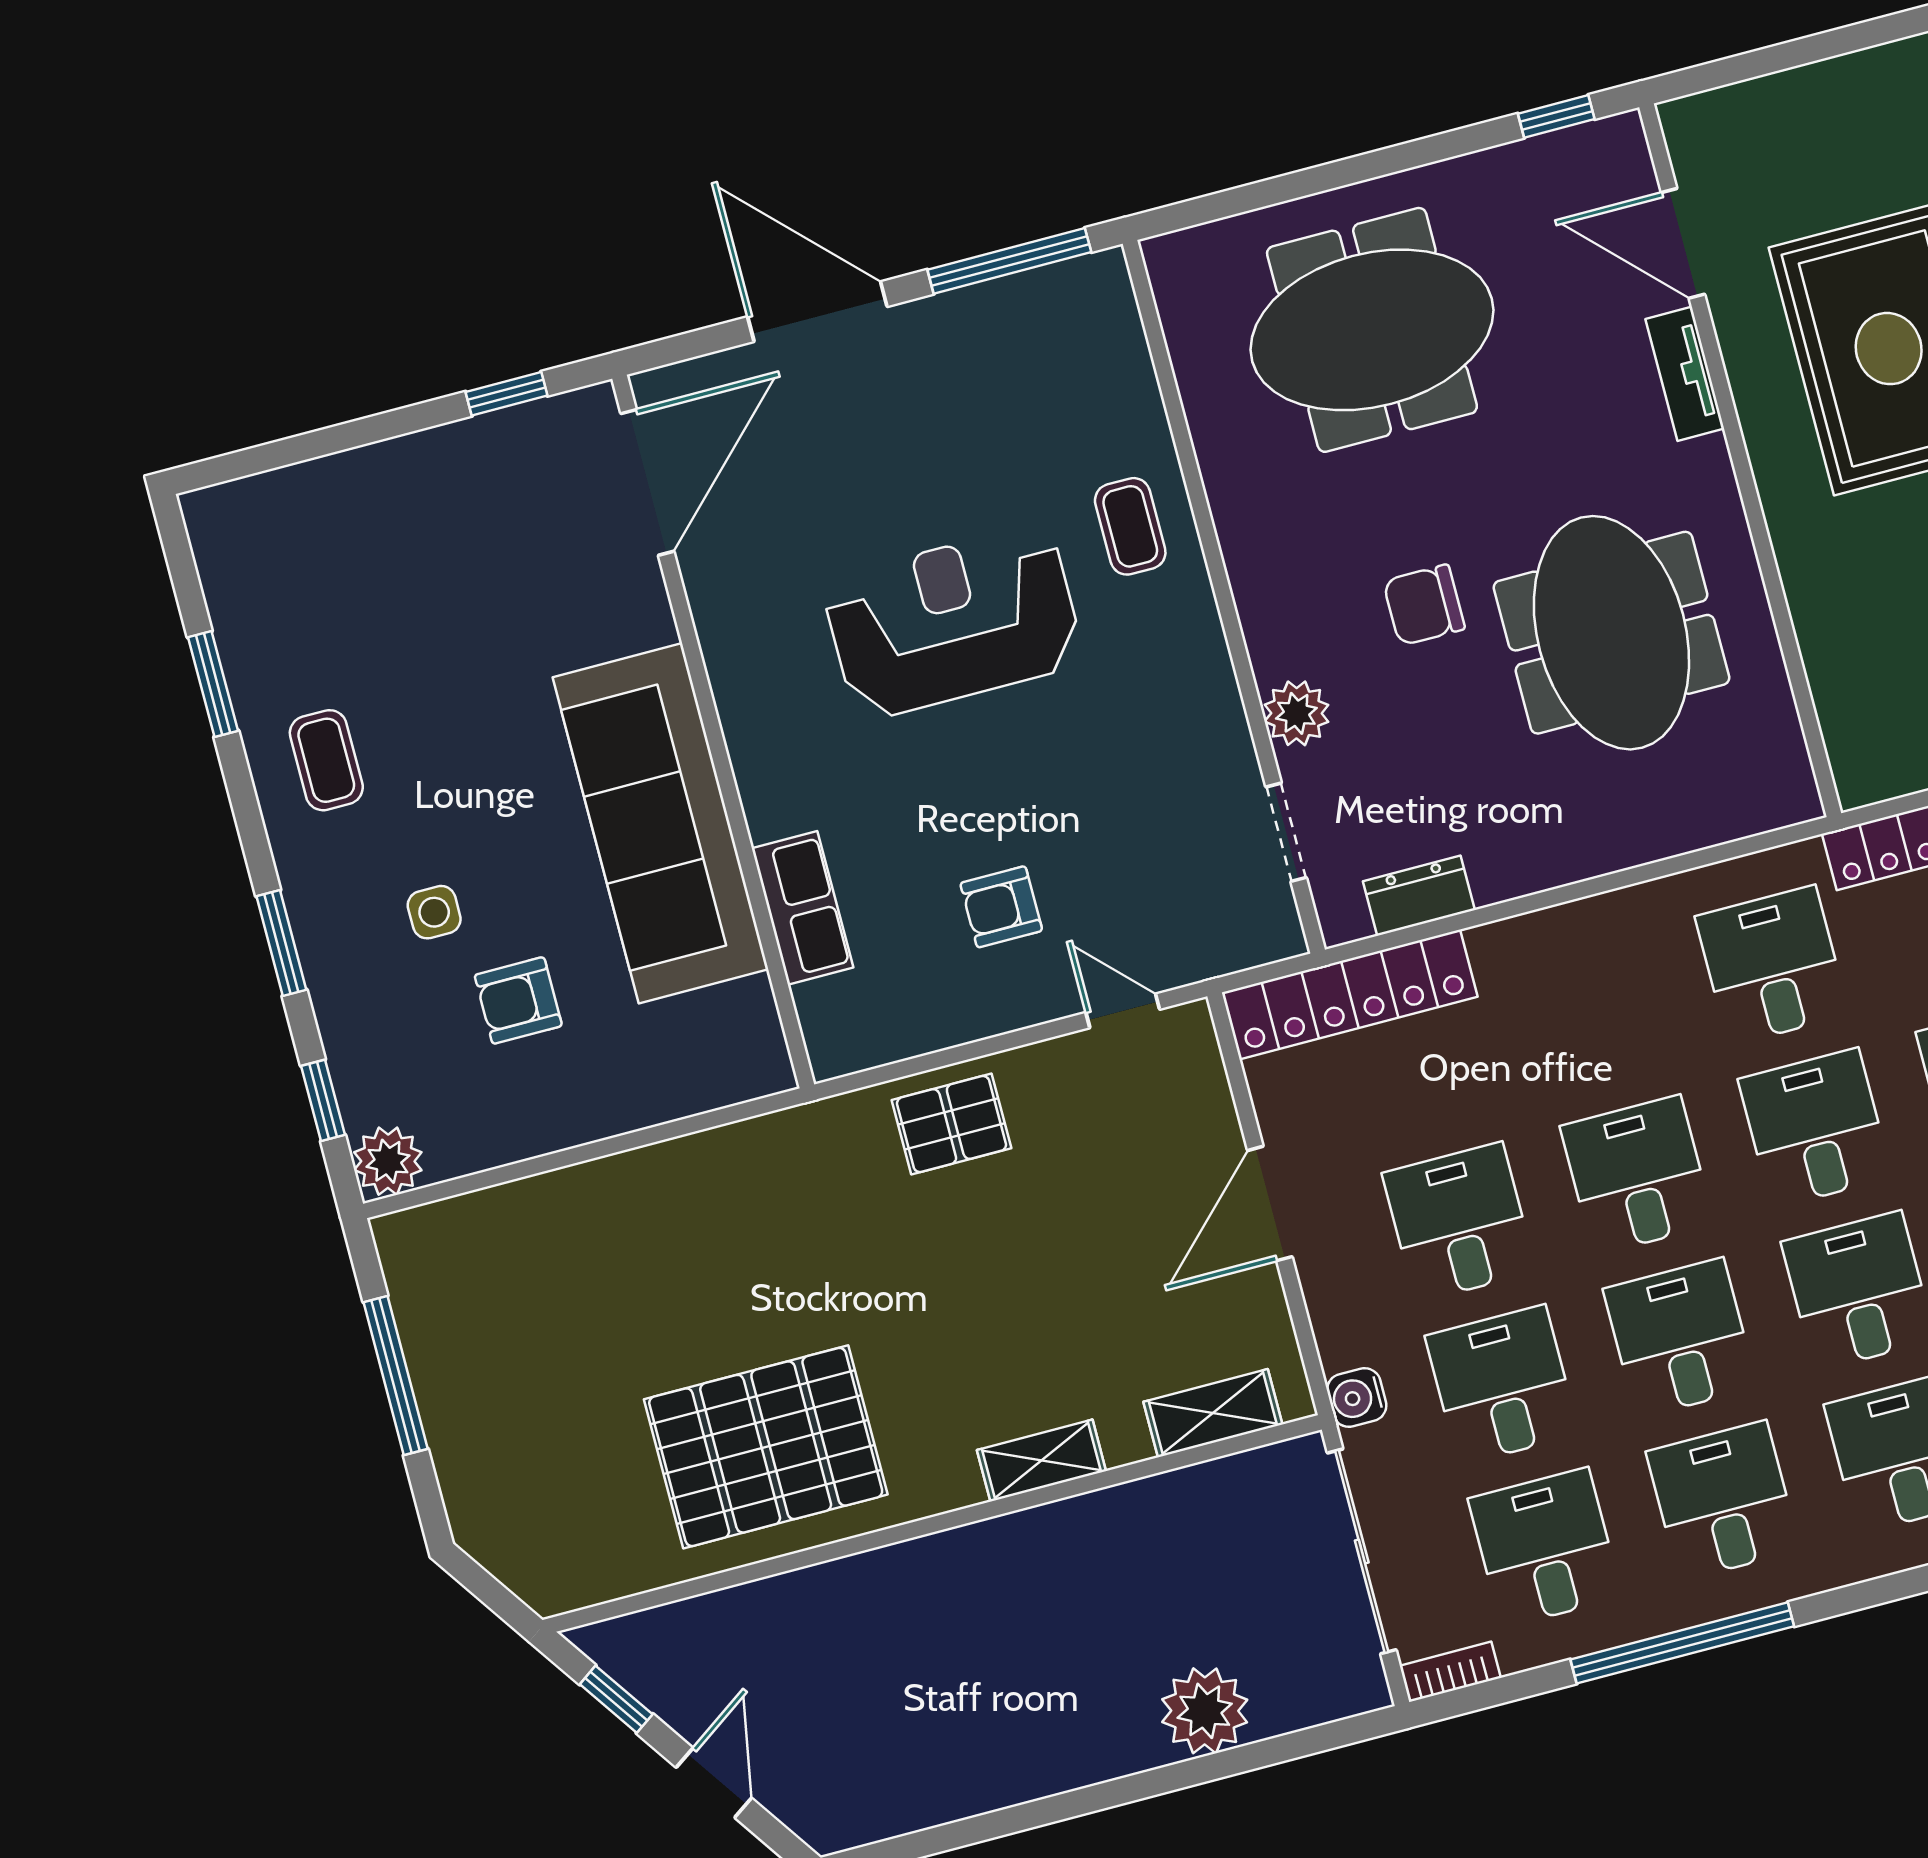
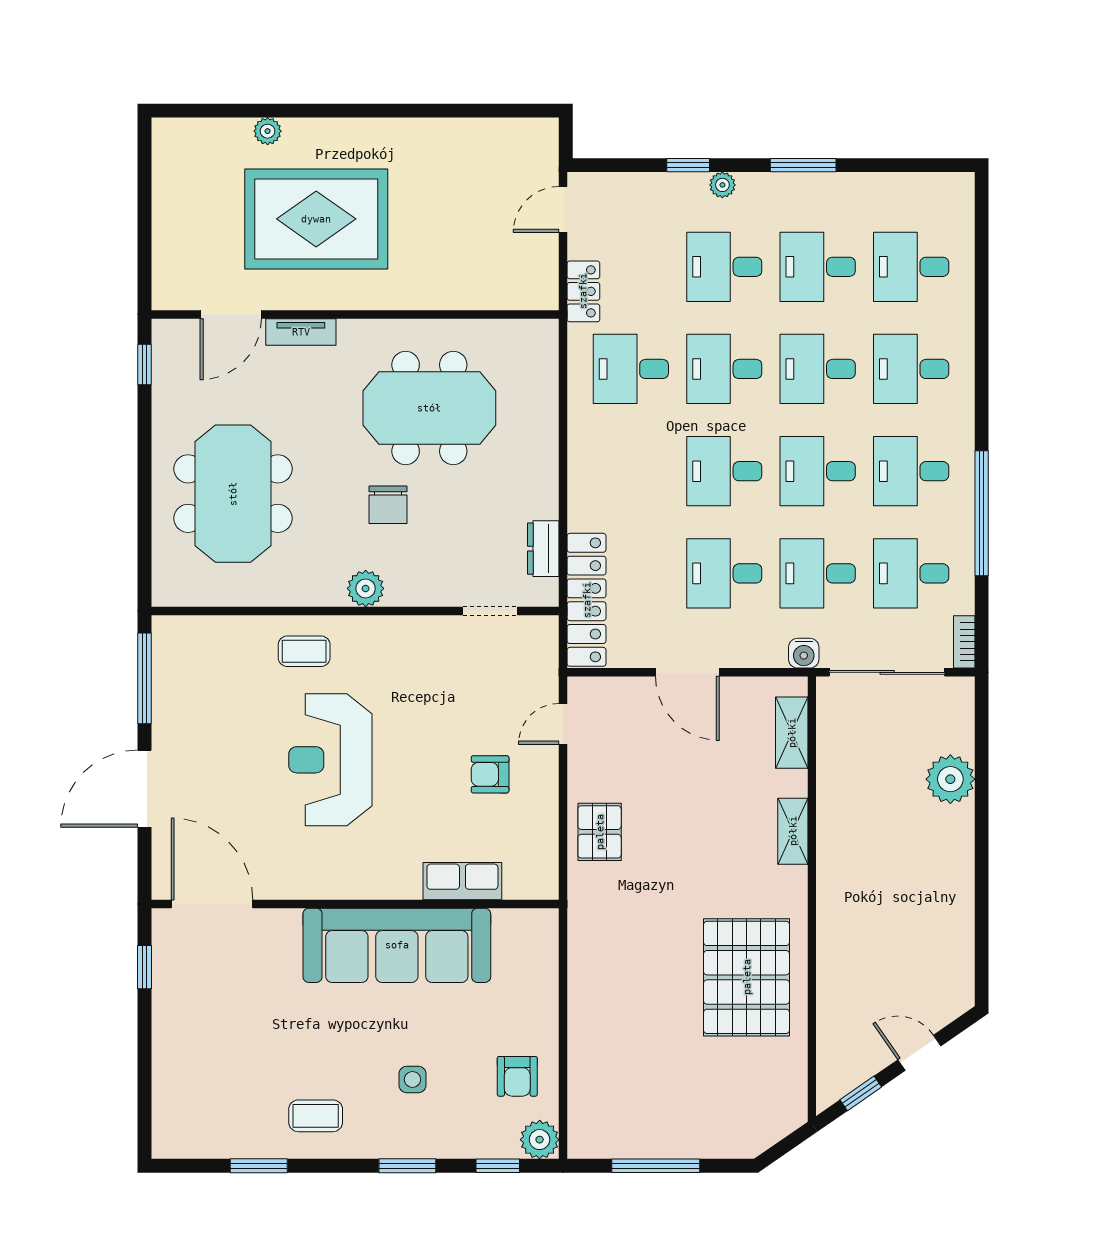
plant: (1296, 713) -> (366, 588), moved
armchair: (1001, 907) -> (490, 774), turned 90
armchair: (518, 1000) -> (517, 1076), moved

